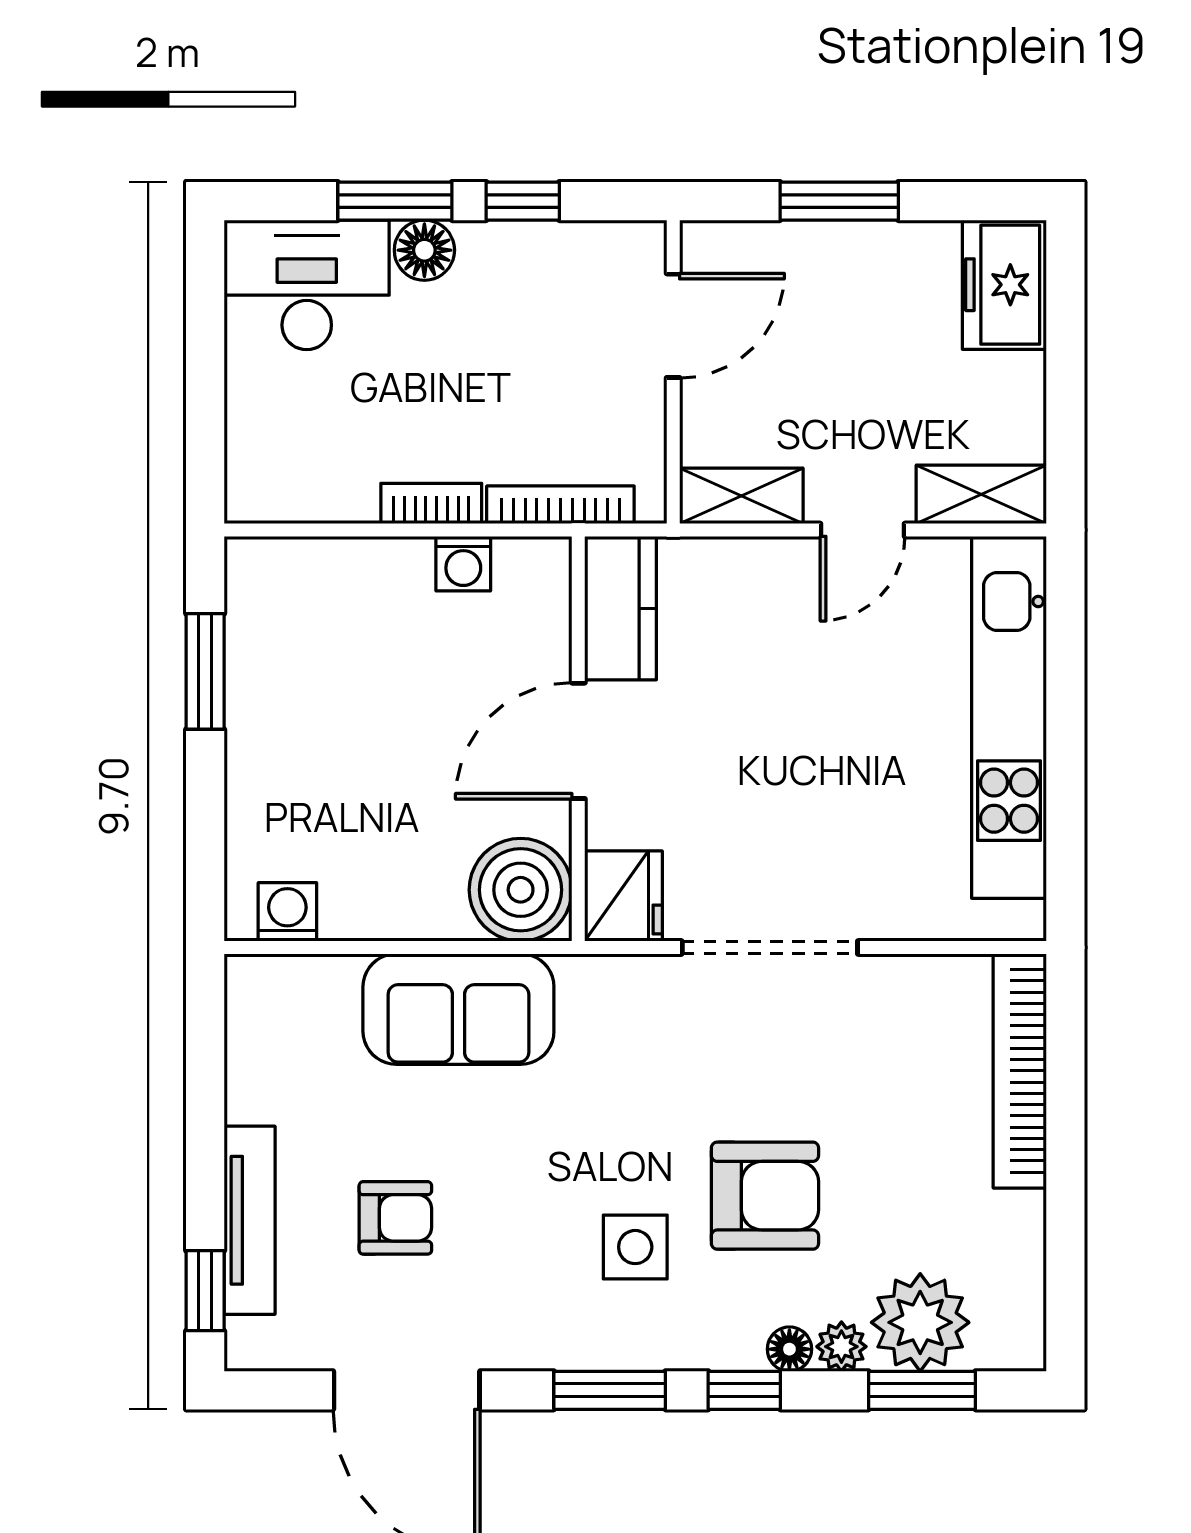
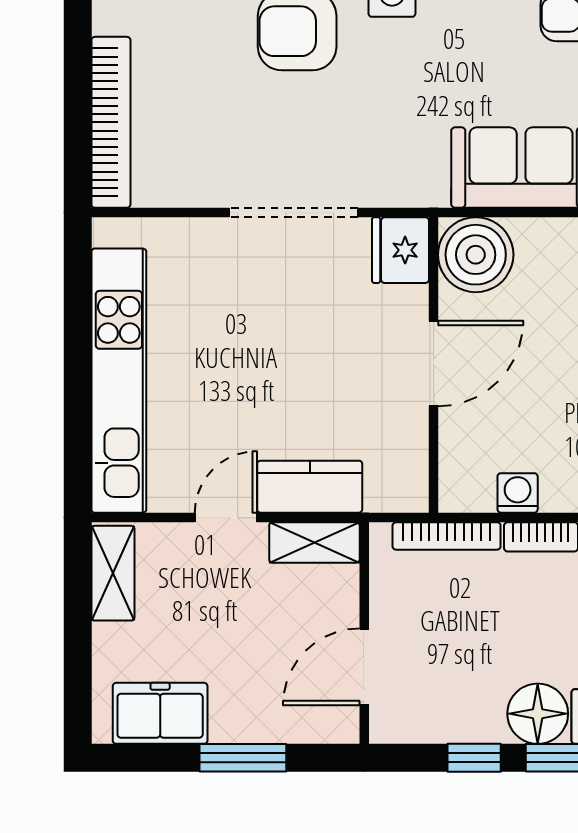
floor lamp: (424, 250) -> (538, 714), width x1.38, depth x1.38
freezer: (1004, 285) -> (160, 713), moved, turned -90
shelving: (981, 494) -> (113, 573), moved, turned 90
kitchen counter: (621, 608) -> (310, 487), moved, turned 90

